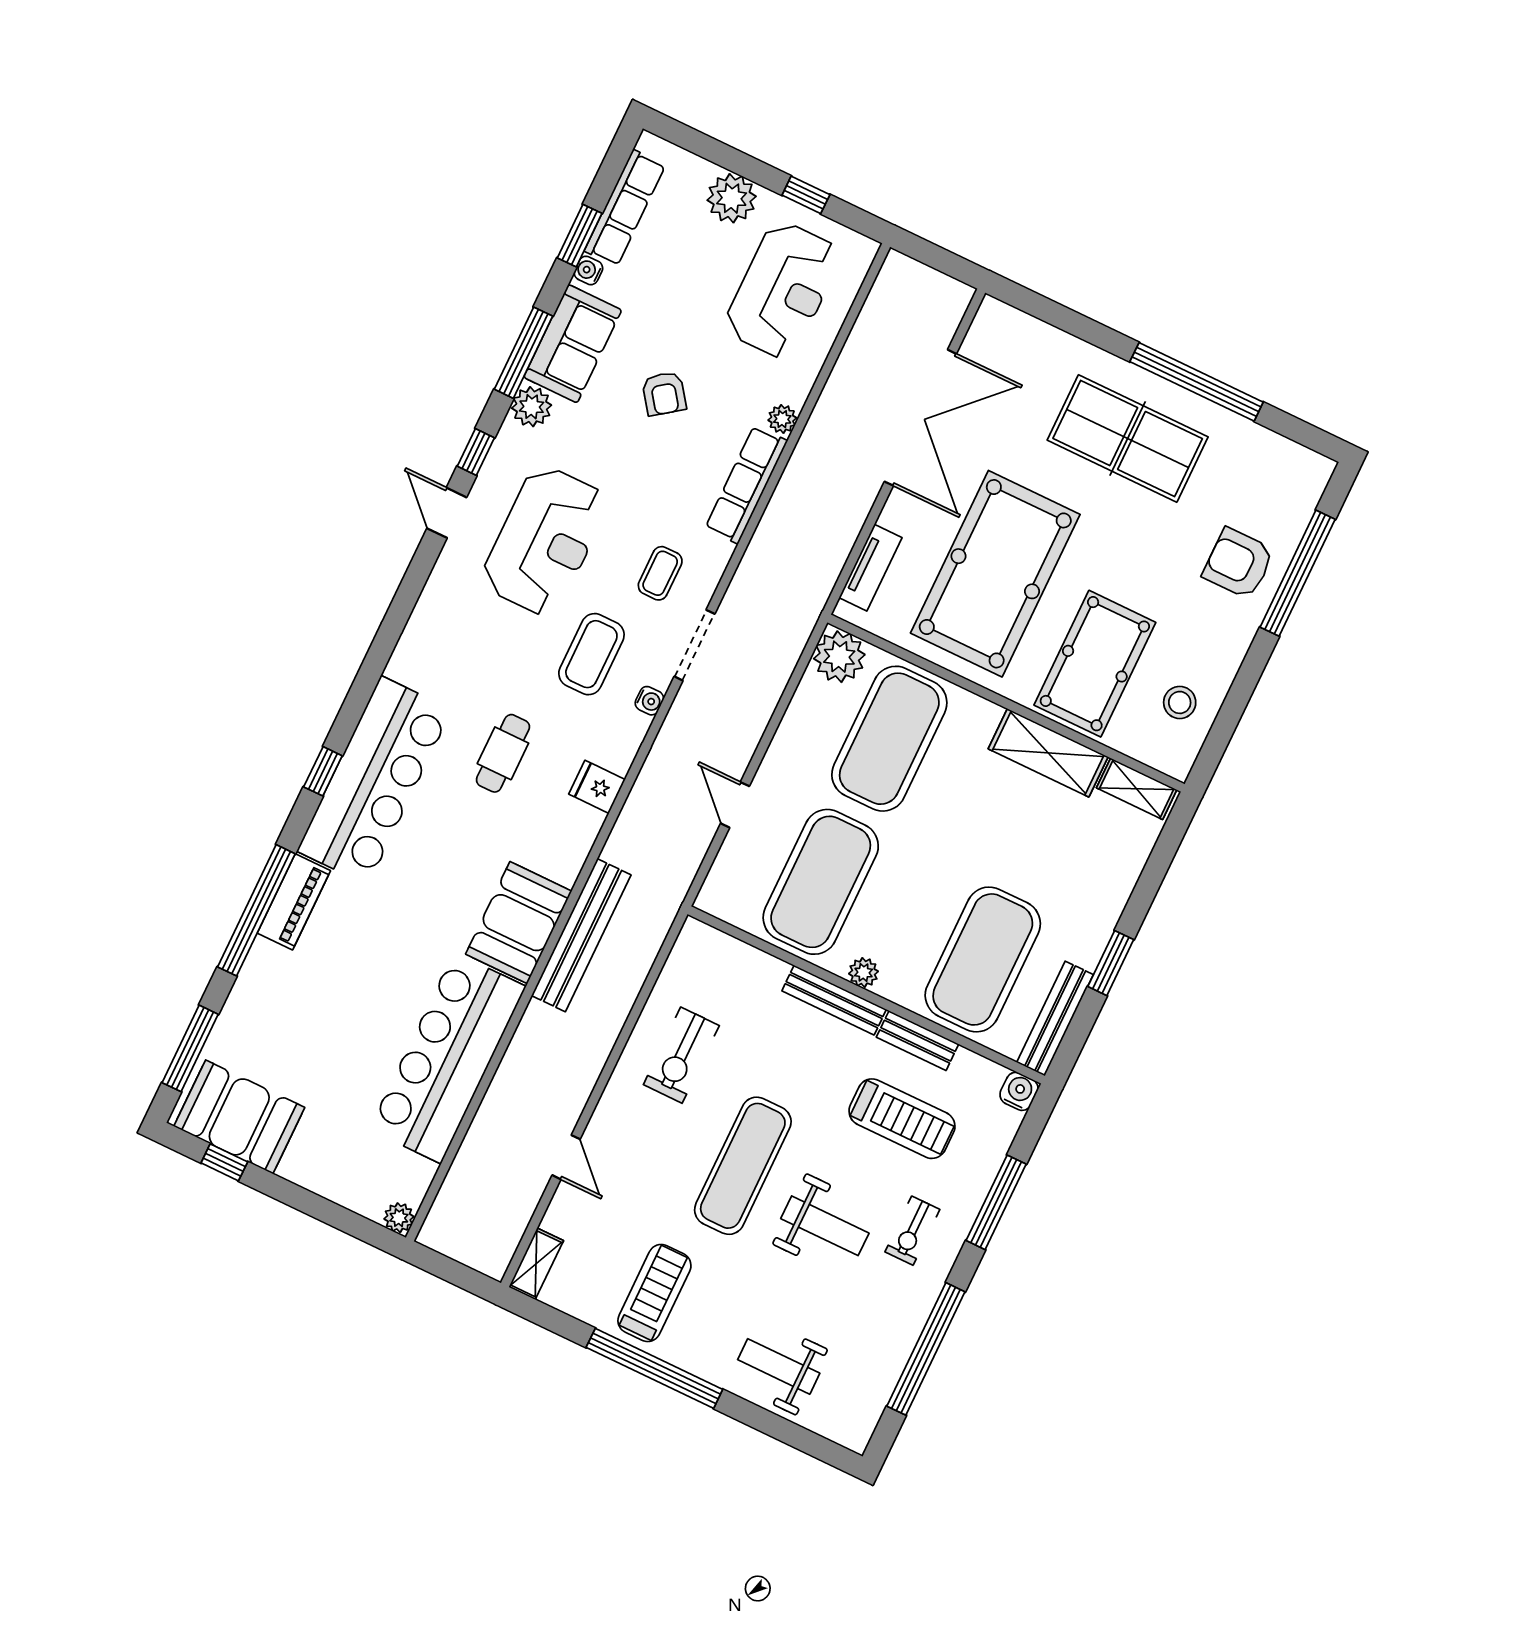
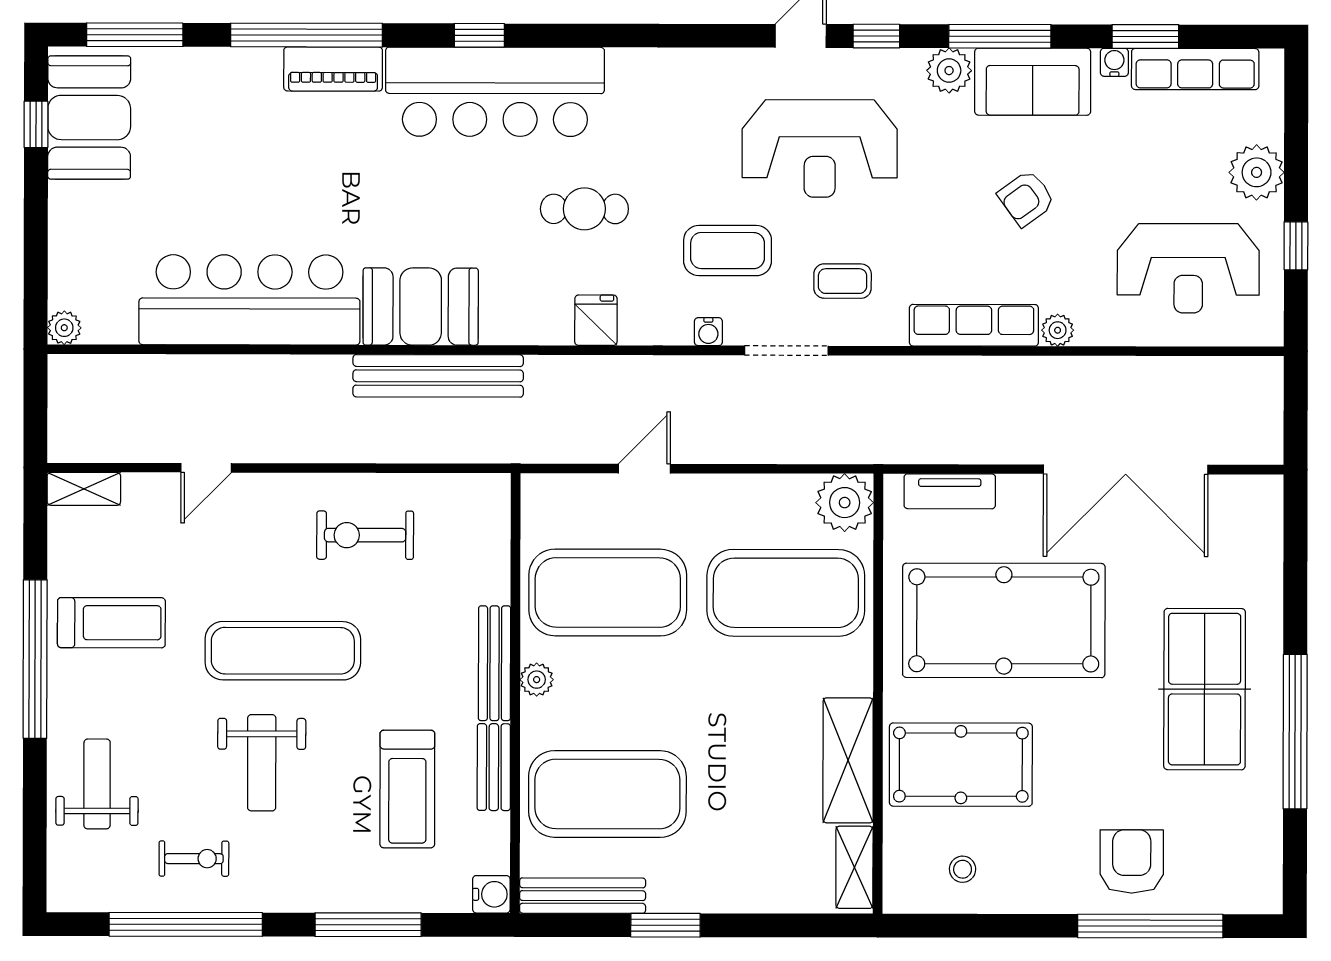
stool: (1180, 702) -> (963, 869), width x0.73, depth x0.73
exercise bike: (912, 1231) -> (194, 859), moved, turned 180

